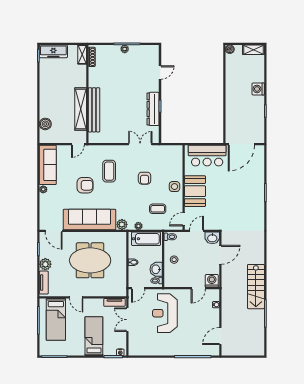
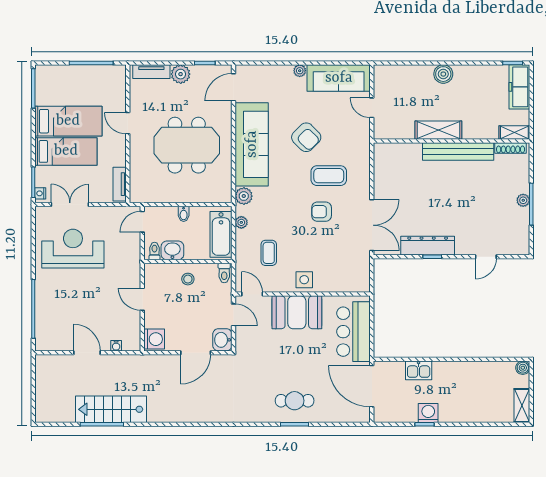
door: (160, 72) -> (486, 257), hinge flipped
washing machine: (258, 89) -> (428, 413), moved
shelving: (81, 109) -> (438, 130), width x0.68
bench: (94, 110) -> (458, 152), moved
kitchen sink: (231, 115) -> (419, 370), added
boiler: (45, 124) -> (443, 74), moved
door: (78, 144) -> (372, 108), moved
double door: (140, 144) -> (372, 225), width x1.37
armchair: (145, 178) -> (322, 212), moved
armchair: (85, 185) -> (306, 137), turned -45
cafe table: (250, 193) -> (295, 401), added
door: (220, 255) -> (196, 353), hinge flipped
meeting table: (90, 260) -> (187, 145), turned 90
stairs: (256, 287) -> (111, 409), moved
door: (138, 288) -> (142, 222), hinge flipped
door: (198, 288) -> (142, 299), moved
door: (76, 297) -> (128, 123), hinge flipped
reception desk: (165, 313) -> (73, 249), moved
bed: (56, 319) -> (68, 121), moved, turned 180
double door: (127, 320) -> (70, 205), moved
door: (220, 336) -> (87, 353), moved

